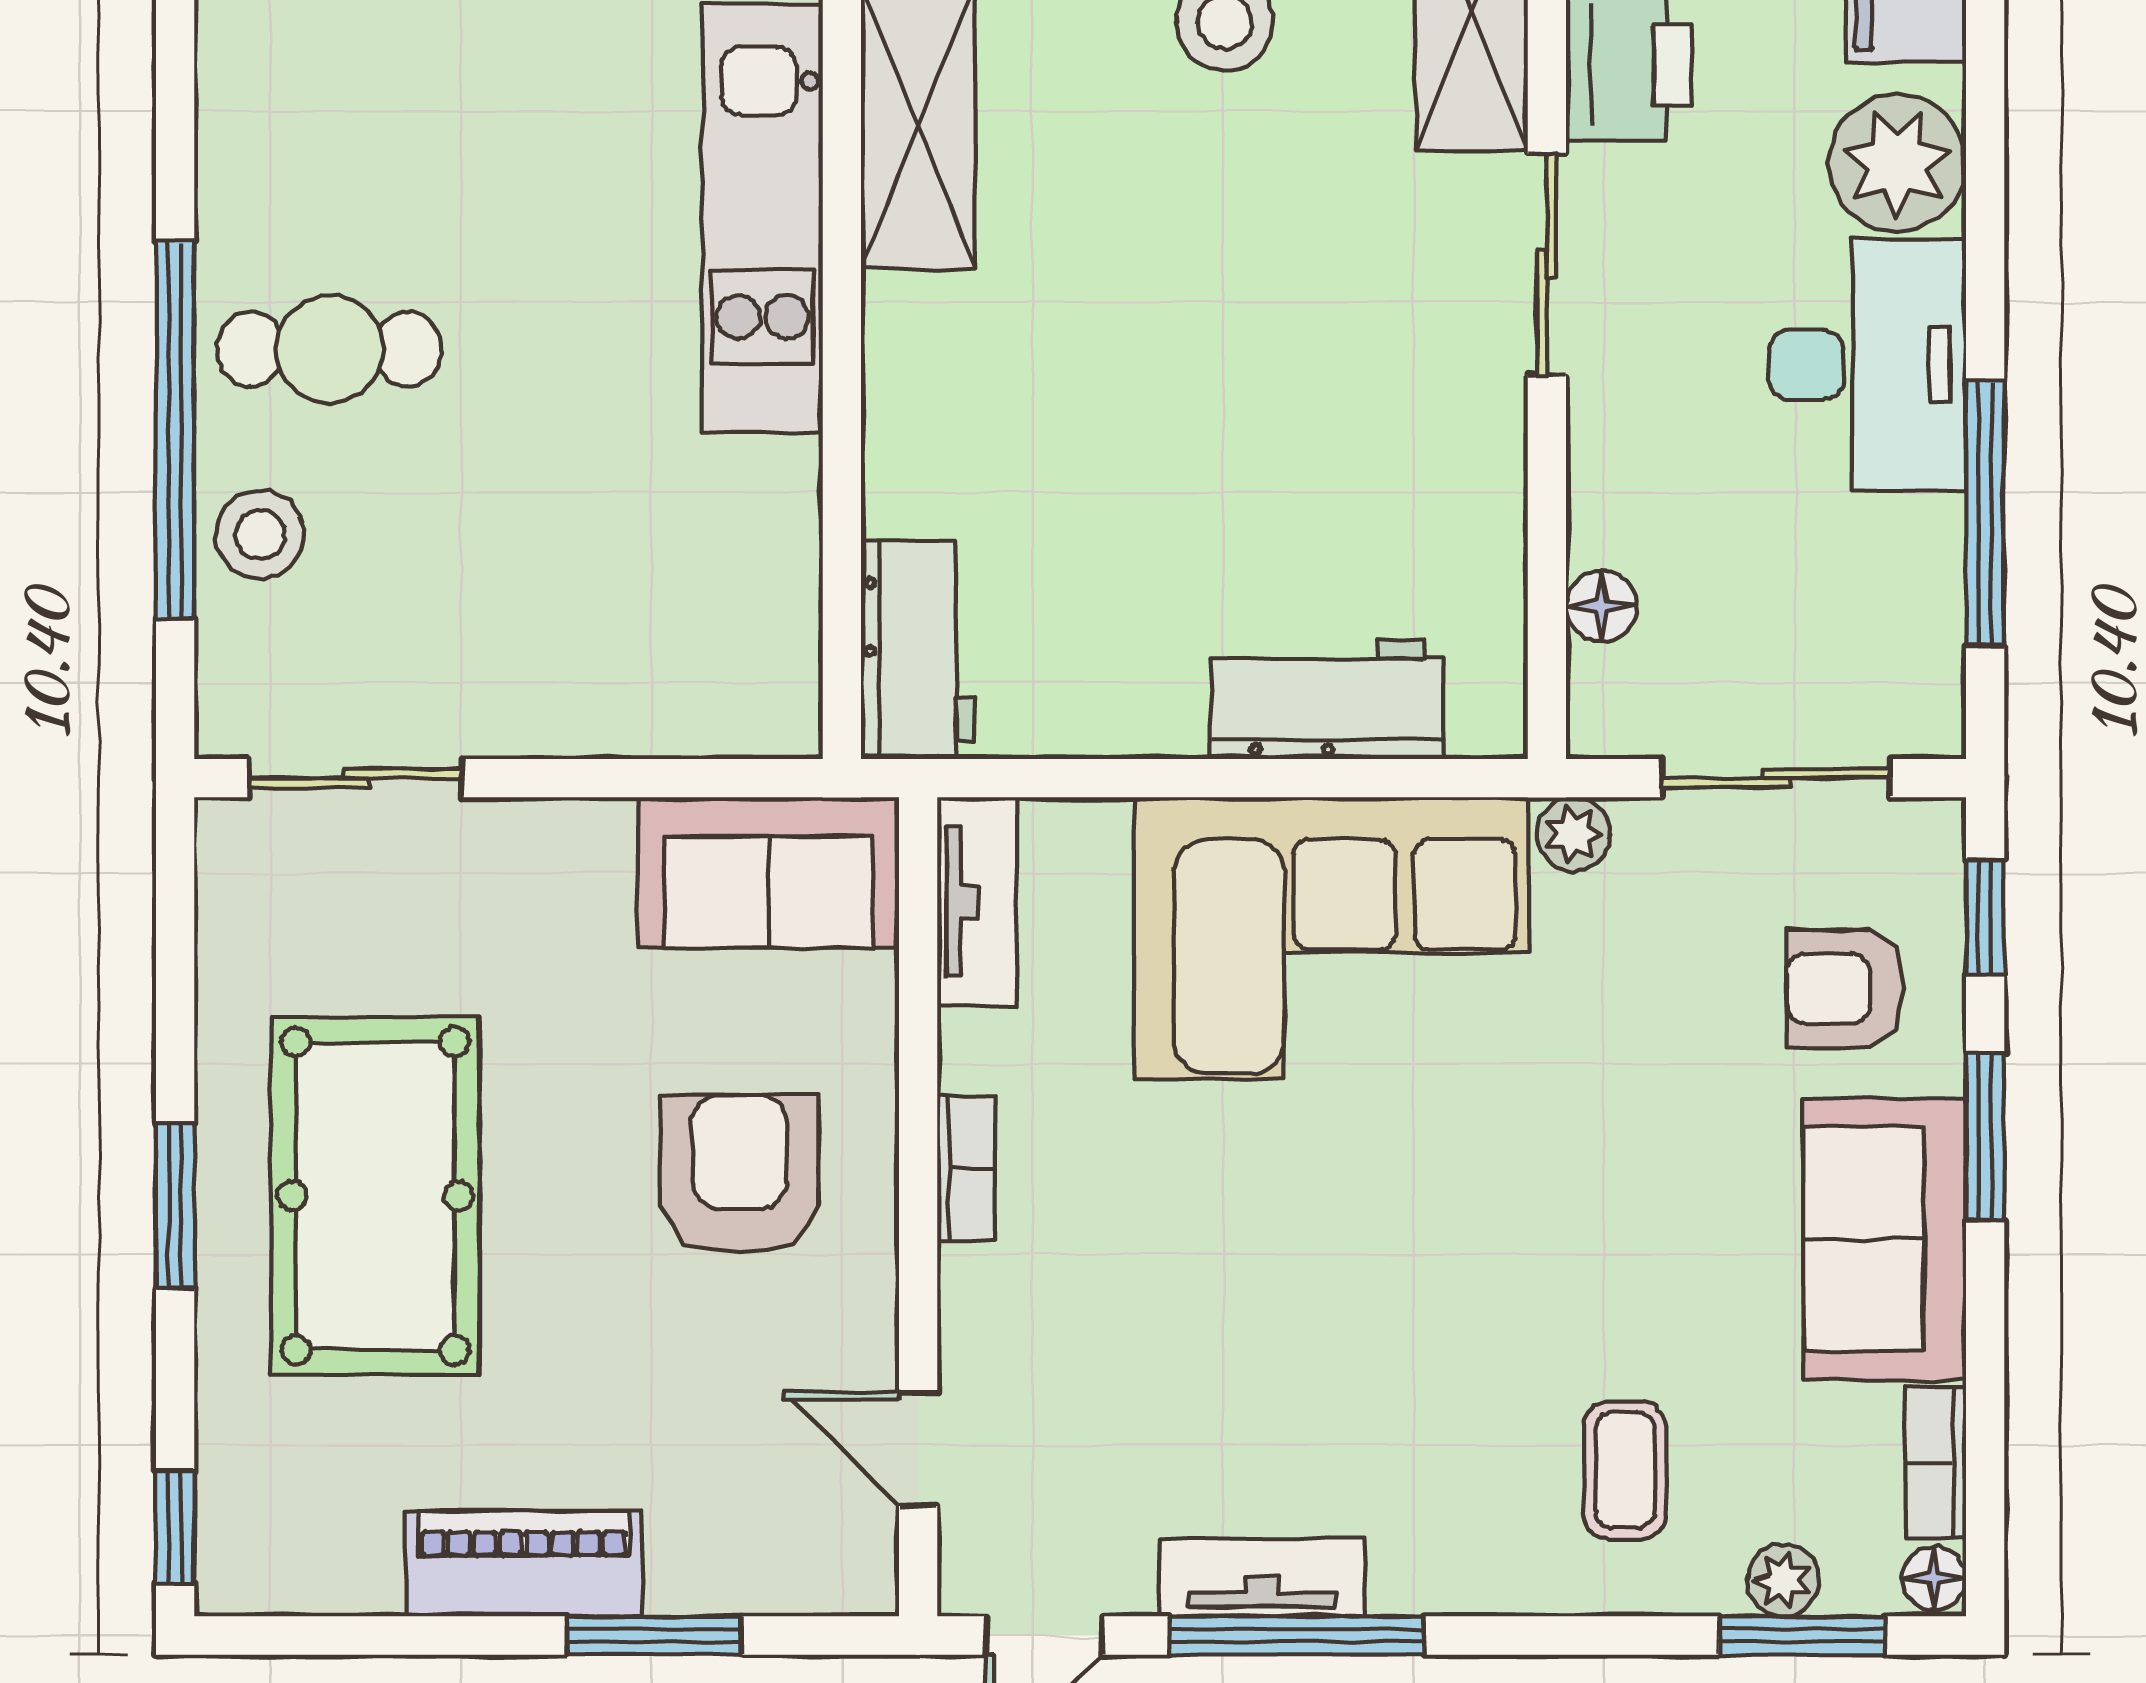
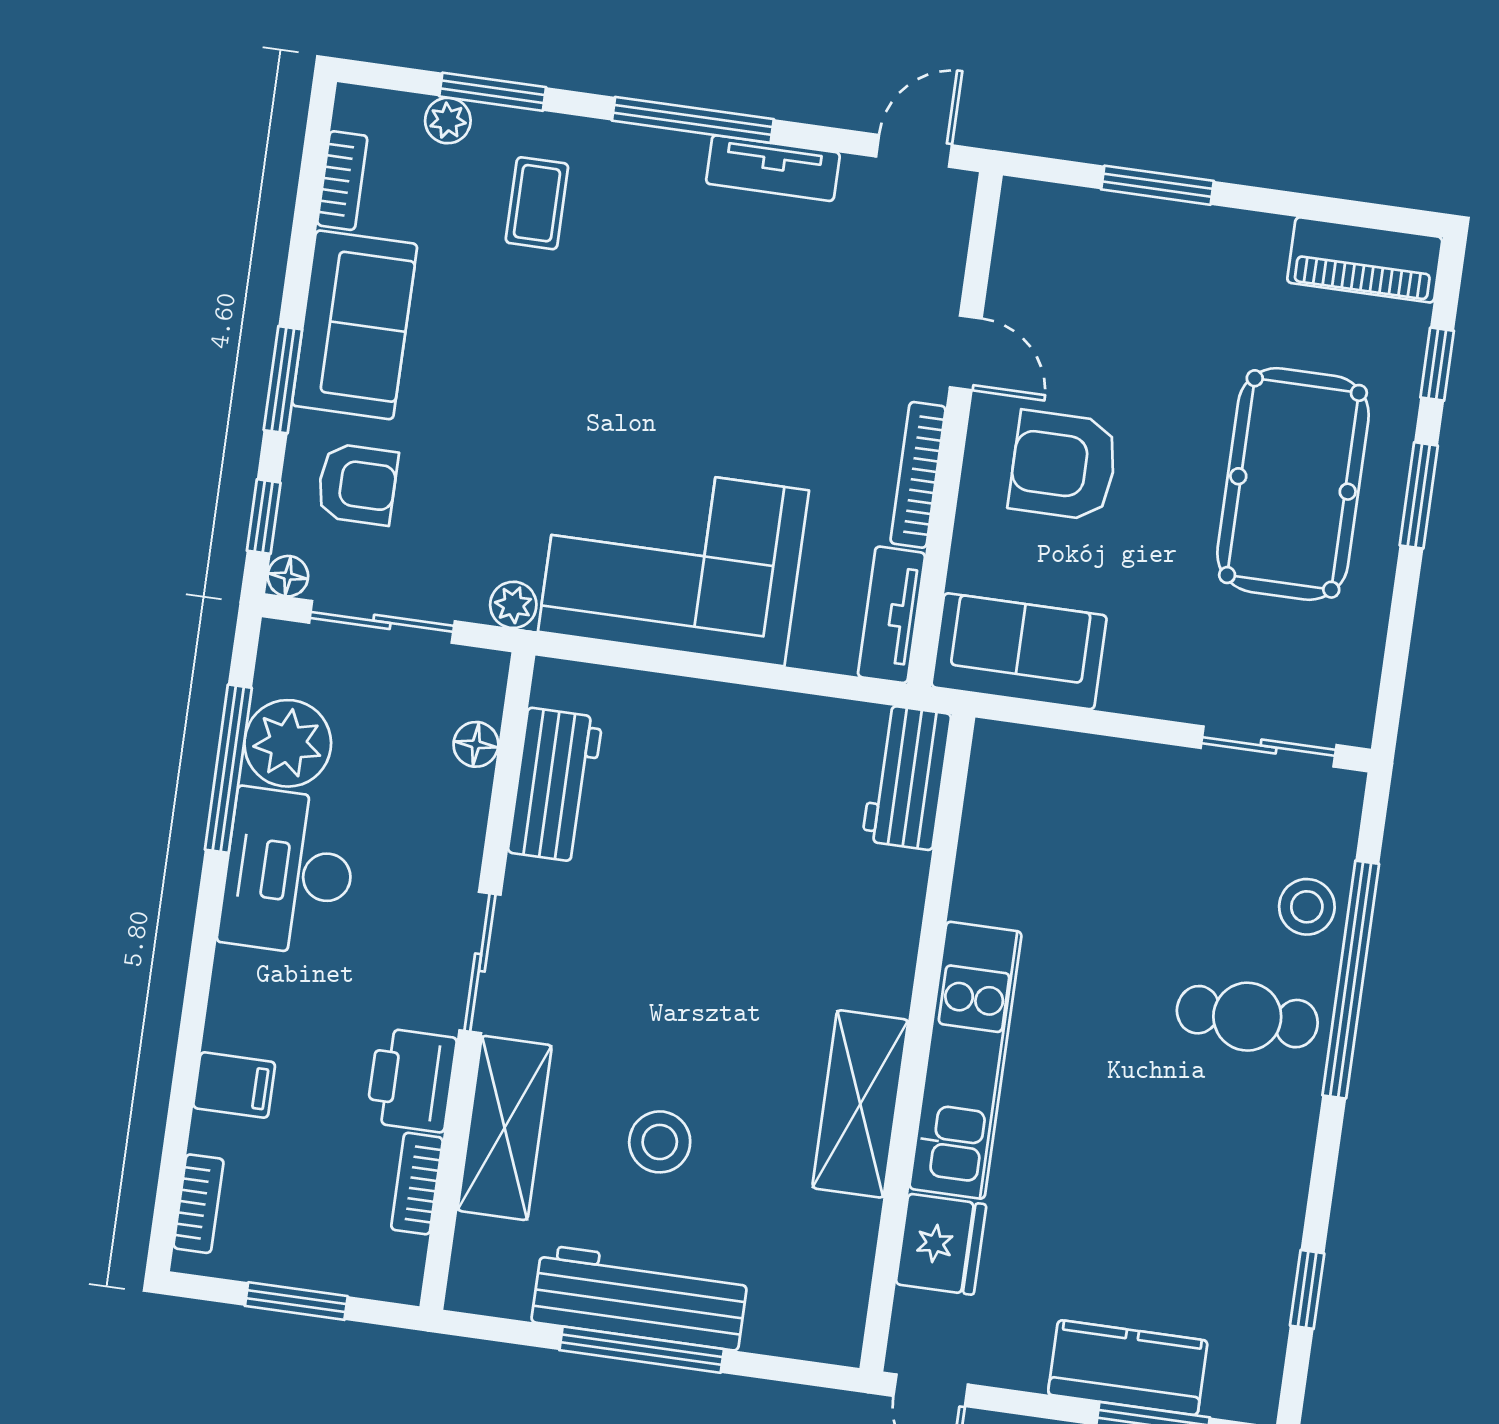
plant: (1897, 163) -> (288, 743), moved
workbench: (1327, 699) -> (555, 785), moved, turned -90
bookcase: (966, 1168) -> (918, 475), width x1.56
armchair: (740, 1174) -> (1064, 466), turned 90
door: (918, 1449) -> (966, 353), moved
window: (175, 1527) -> (1437, 364), moved
piano: (524, 1564) -> (1365, 260), moved
floor lamp: (1934, 1578) -> (288, 576), moved
window: (1297, 1635) -> (693, 120), moved
window: (1802, 1635) -> (493, 92), moved

